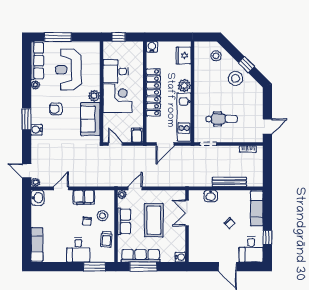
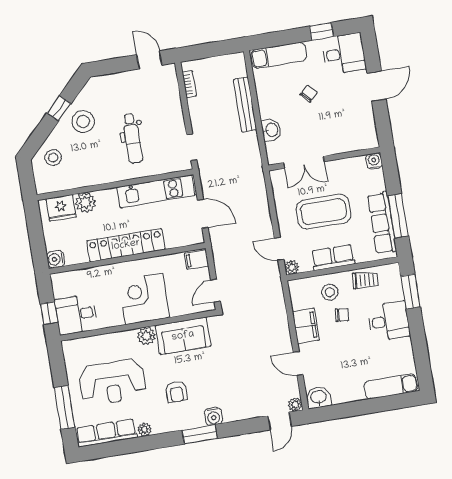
desk: (116, 71) -> (76, 315), moved, turned 90
plant: (184, 85) -> (85, 203), moved
dental chair: (222, 119) -> (132, 138), moved, turned 180

